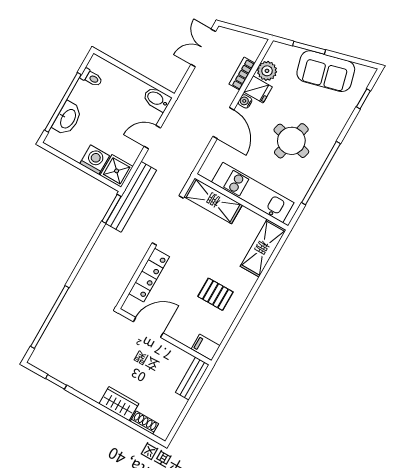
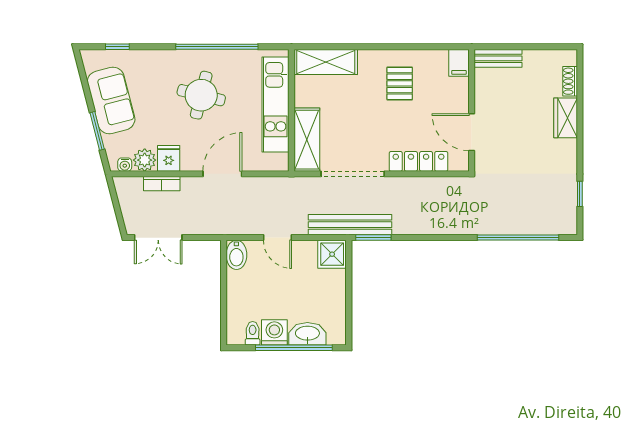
water cooler: (245, 101) -> (125, 165), moved
washing machine: (95, 160) -> (274, 332), moved, turned 90

